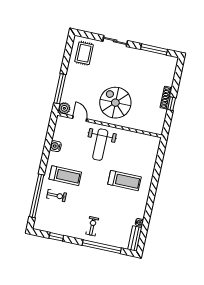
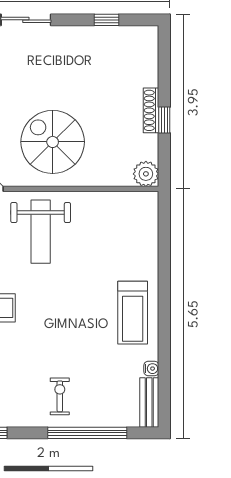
window: (154, 49) -> (106, 20), width x0.46
plant: (157, 128) -> (146, 174), added
treadmill: (124, 181) -> (133, 313), moved, turned 90

